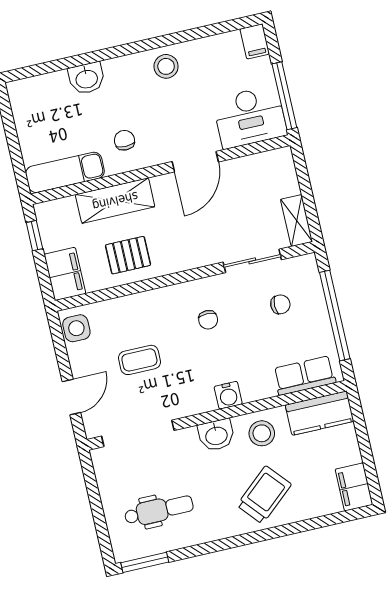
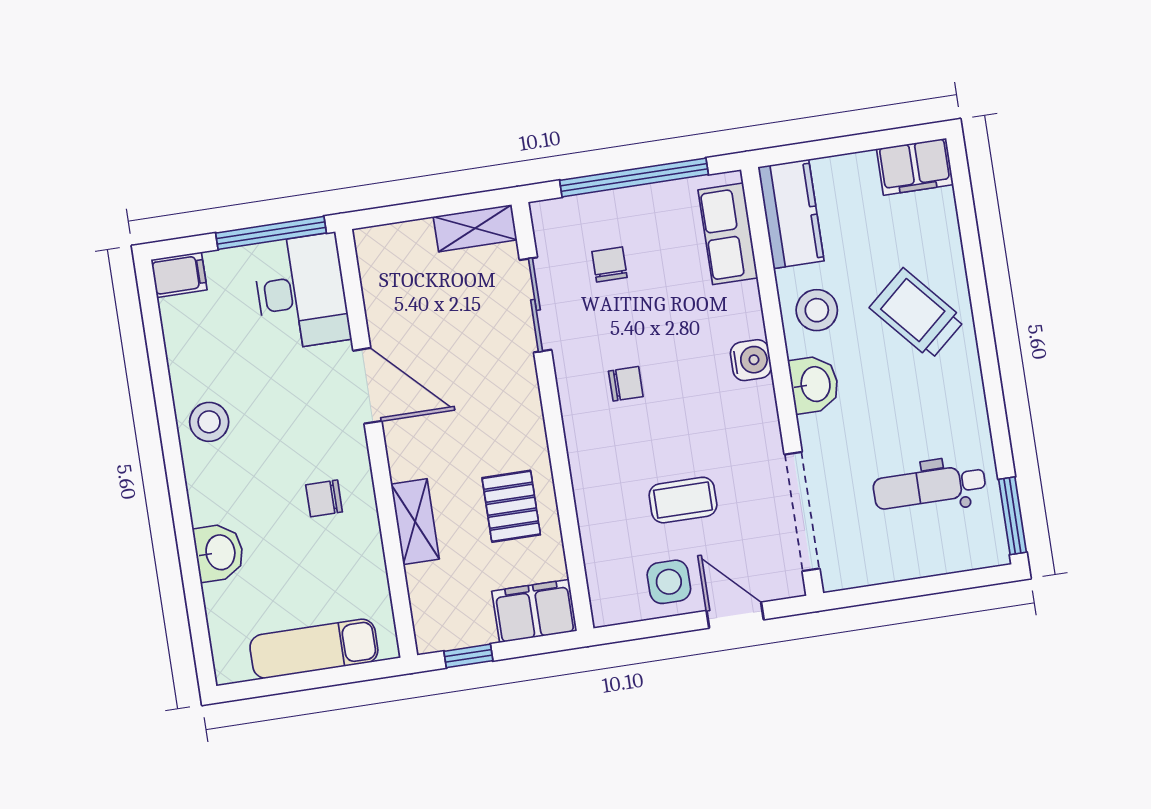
exam couch: (65, 172) -> (314, 649), moved, turned 90
shelving: (115, 201) -> (415, 522), width x0.67, depth x0.75
side table: (76, 328) -> (669, 582), moved
coffee table: (139, 360) -> (683, 500), turned 90
dental chair: (159, 510) -> (929, 487), turned -90

